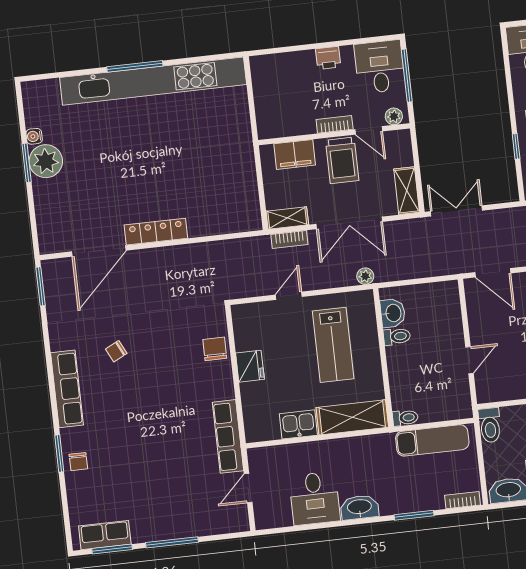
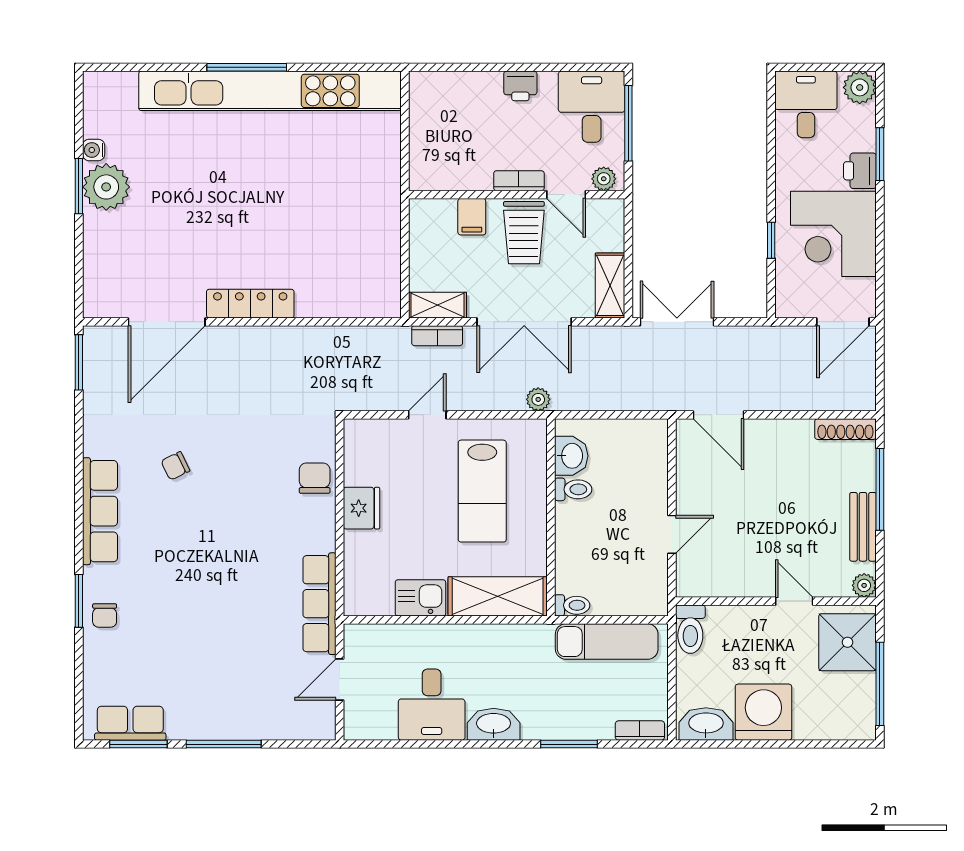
filing cabinet: (295, 154) -> (472, 217), width x0.50

